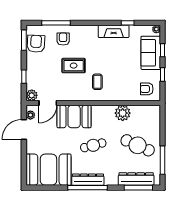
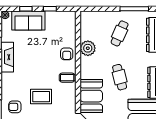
rug: (74, 66) -> (41, 97), turned 90
coffee table: (97, 82) -> (67, 78), moved
armchair: (147, 89) -> (67, 54), moved
cafe table: (138, 145) -> (120, 33), width x0.73, depth x0.74

